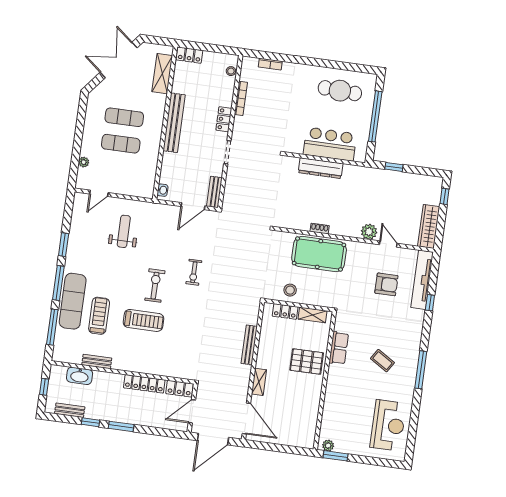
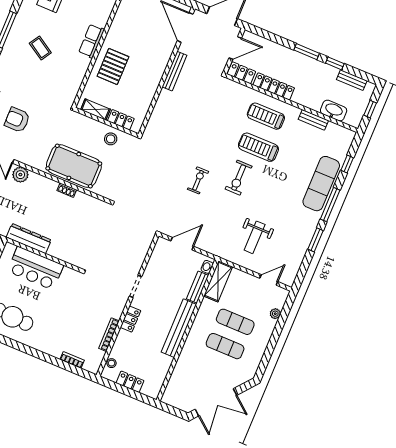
locker: (189, 55) -> (130, 382), moved
shelving: (162, 74) -> (218, 281), moved
dresser: (321, 168) -> (29, 239), moved
bench: (214, 192) -> (198, 287), moved
treadmill: (99, 316) -> (266, 116), moved, turned 90
window: (52, 327) -> (347, 164), width x0.46
bench: (249, 345) -> (174, 71), moved
row of seats: (339, 348) -> (92, 41), moved
pallet: (307, 362) -> (113, 66), turned 90
shelving: (259, 382) -> (164, 59), removed

